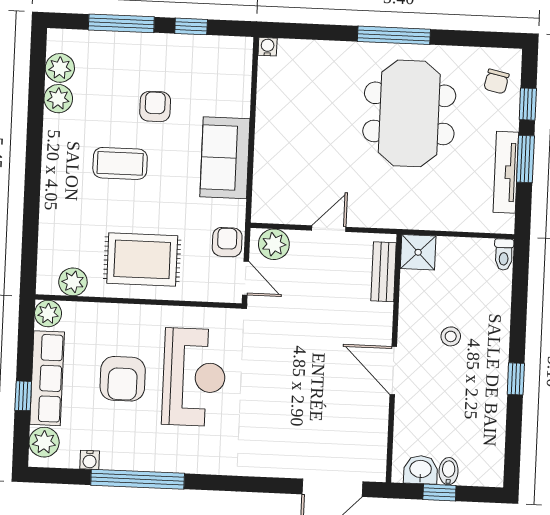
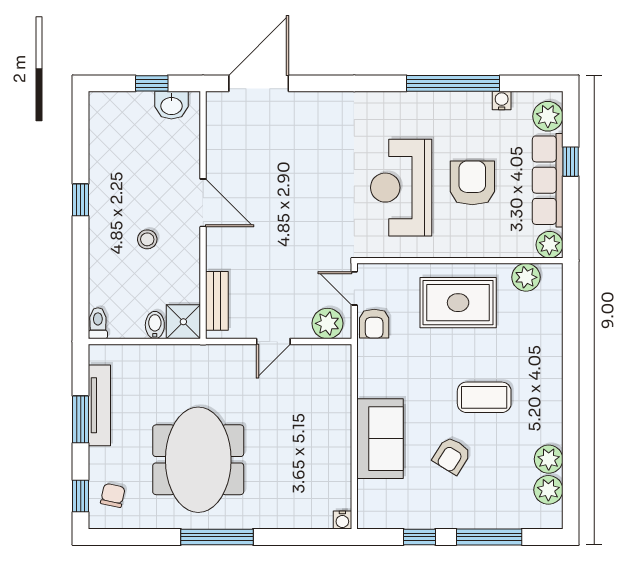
window: (528, 104) -> (81, 496), moved
armchair: (155, 106) -> (452, 456), turned 32
sofa: (225, 158) -> (380, 439), moved
bidet: (449, 471) -> (155, 325), moved, turned 180

